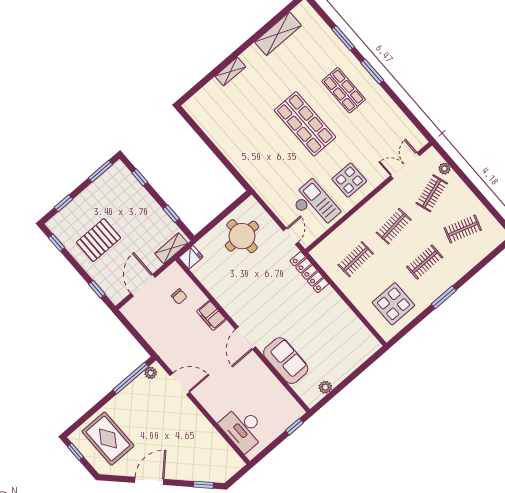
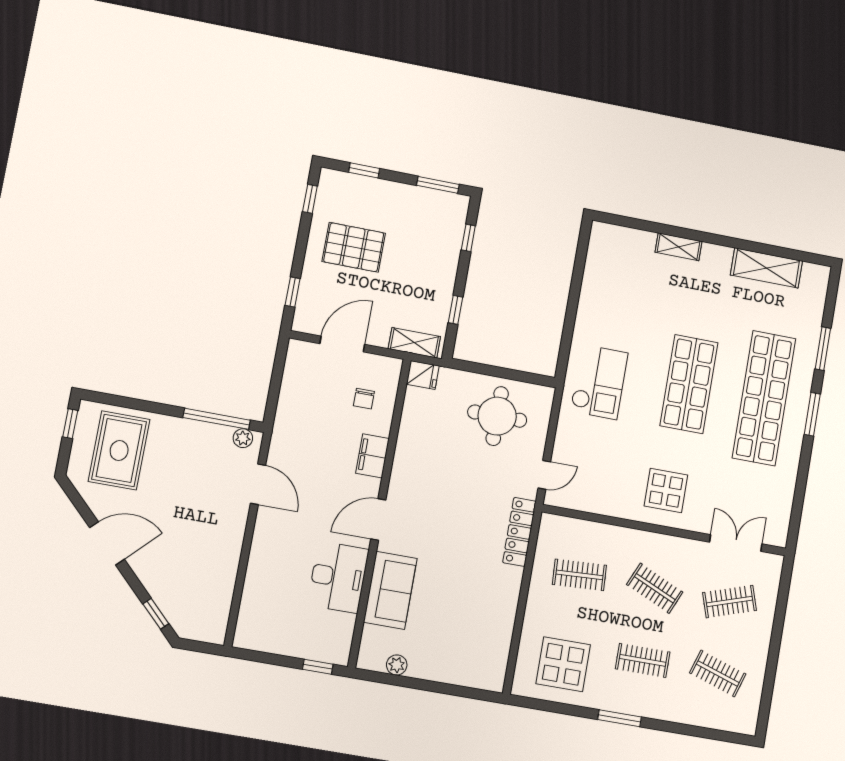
shop shelf: (344, 90) -> (764, 398), width x2.00, depth x1.36
plant: (444, 169) -> (770, 593), removed
checkout: (315, 205) -> (599, 382), moved
clothes rail: (394, 226) -> (655, 588), turned 30
desk: (243, 428) -> (338, 577), moved, turned 180

